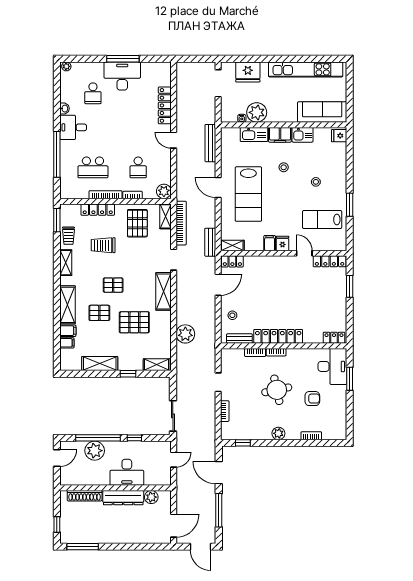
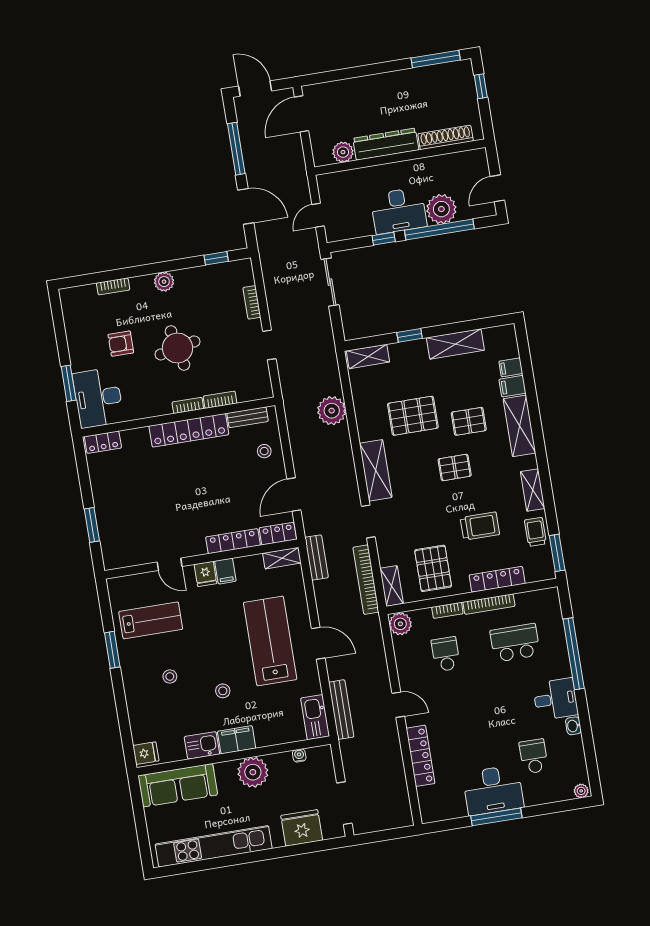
plant: (257, 112) -> (253, 772), moved
kitchen sink: (254, 134) -> (315, 717), moved, turned -90
locker: (330, 261) -> (233, 541), moved
desk: (127, 472) -> (399, 211), moved, turned 180

